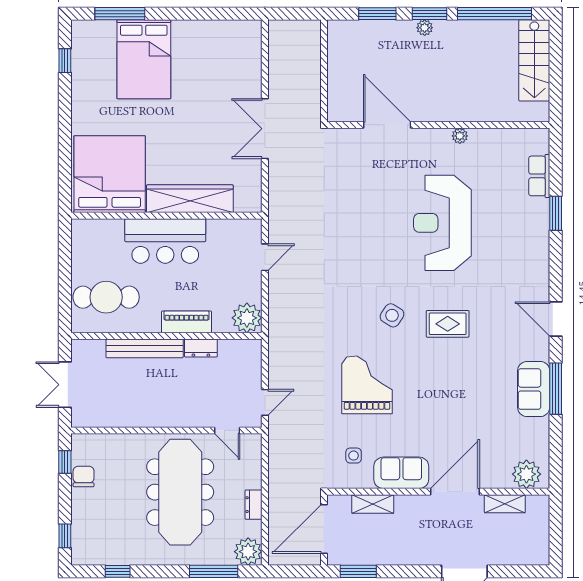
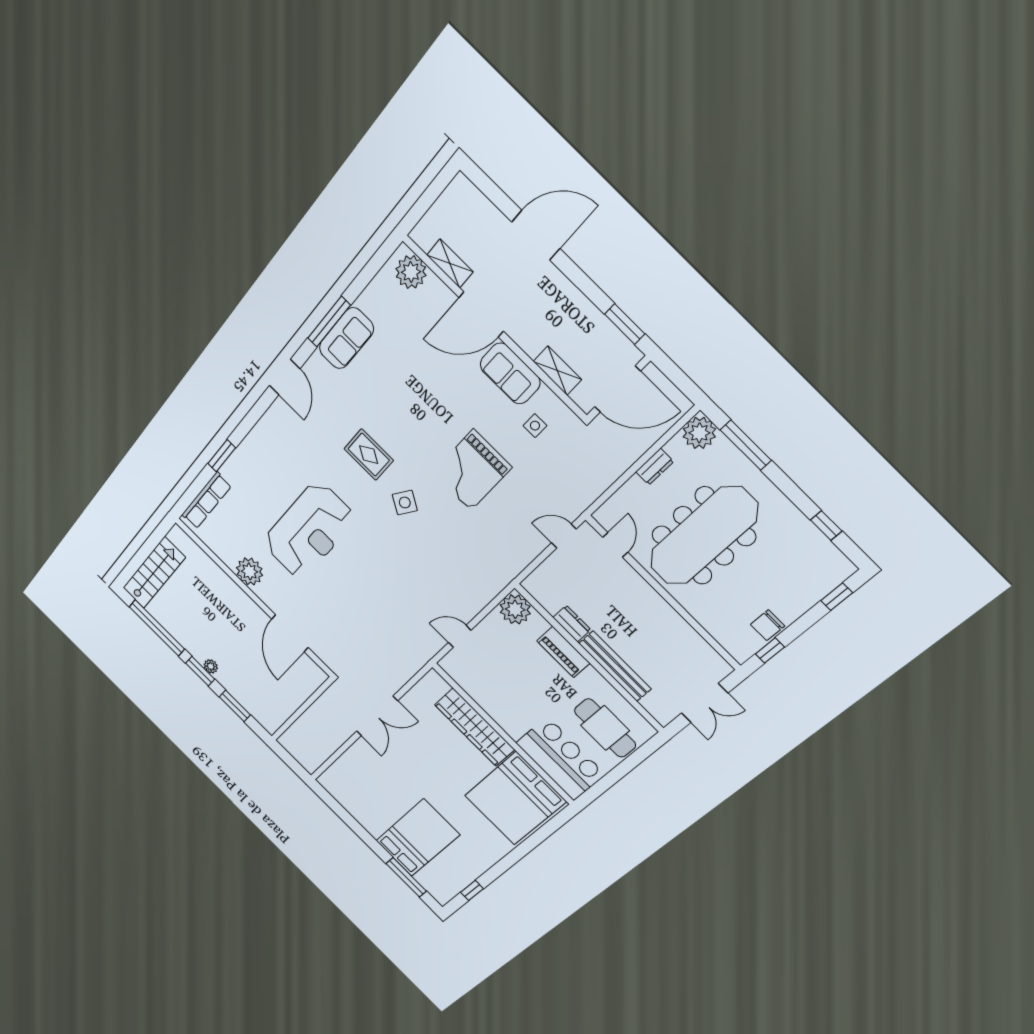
plant: (460, 136) -> (250, 571), width x1.87, depth x1.87
row of seats: (539, 176) -> (207, 500), width x1.48
bar counter: (165, 241) -> (560, 759), moved

